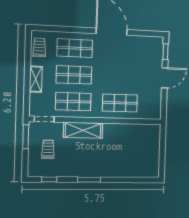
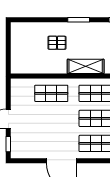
pallet: (112, 156) -> (57, 43), added

